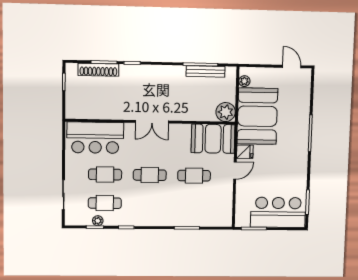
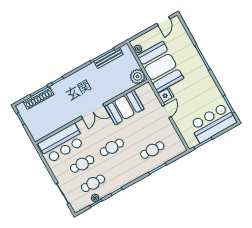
door: (292, 67) -> (163, 21), swing flipped
booth: (213, 139) -> (124, 107), moved
cafe table: (194, 176) -> (152, 150), moved

